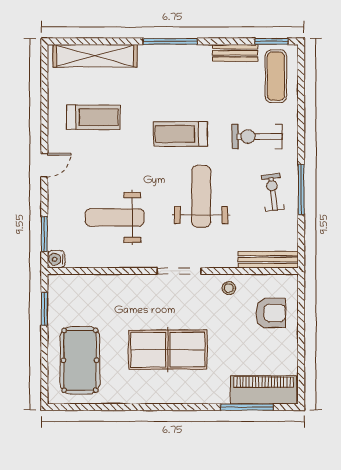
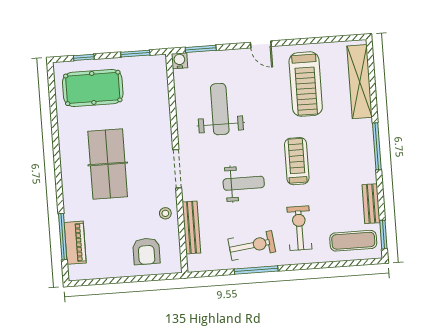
treadmill: (93, 117) -> (306, 84), width x1.37, depth x1.38
exercise bike: (273, 192) -> (252, 245), width x1.38, depth x1.39
weight bench: (201, 196) -> (244, 183), width x0.73, depth x0.75
bench: (268, 260) -> (191, 227), moved
window: (44, 368) -> (84, 57), added
piano: (264, 390) -> (75, 243), width x0.73, depth x0.75

